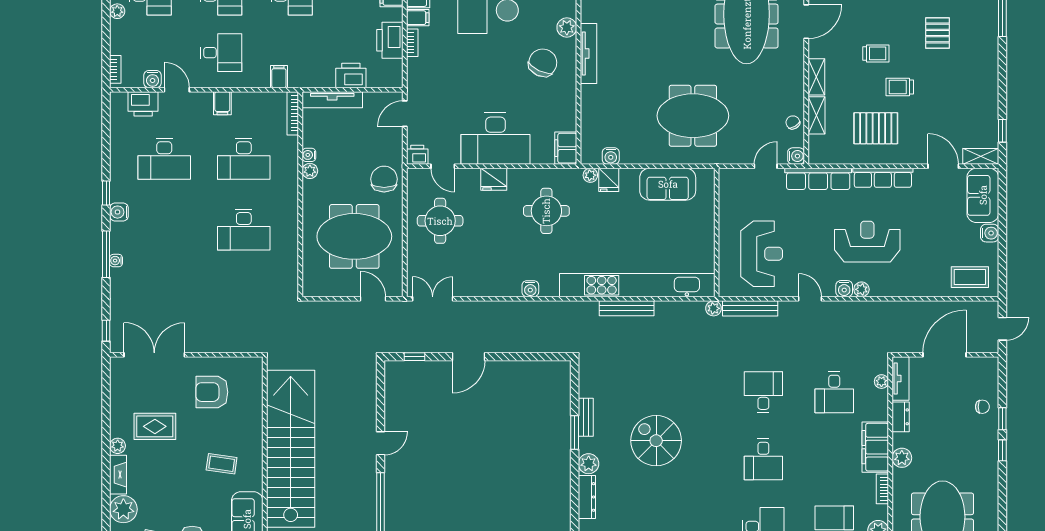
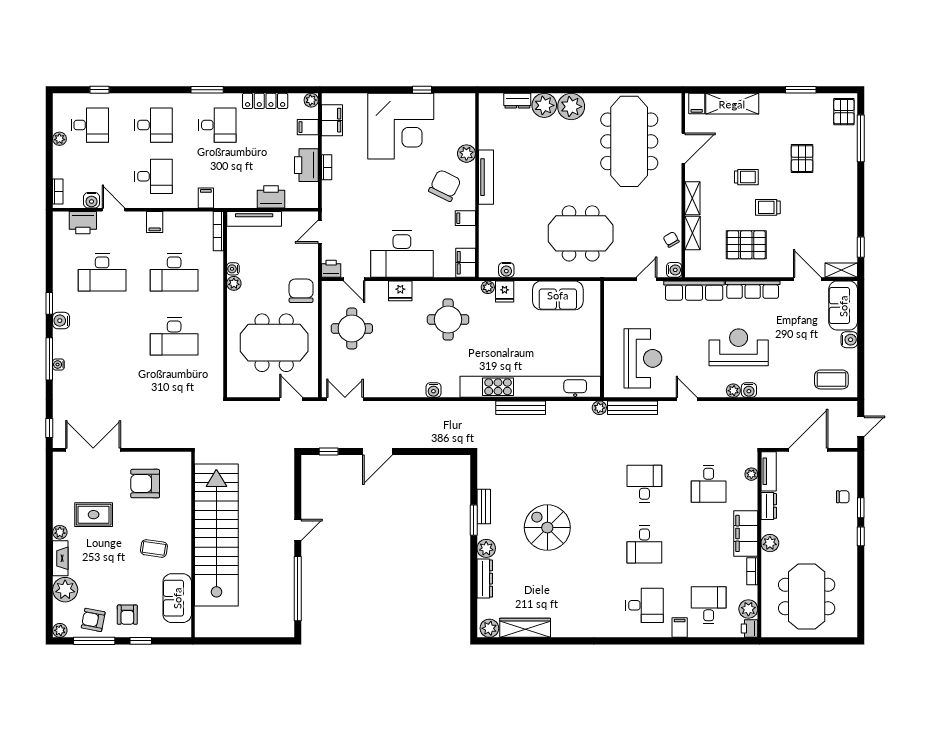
filing cabinet: (418, 18) -> (465, 218), moved, turned 180
water cooler: (844, 289) -> (749, 390), moved

